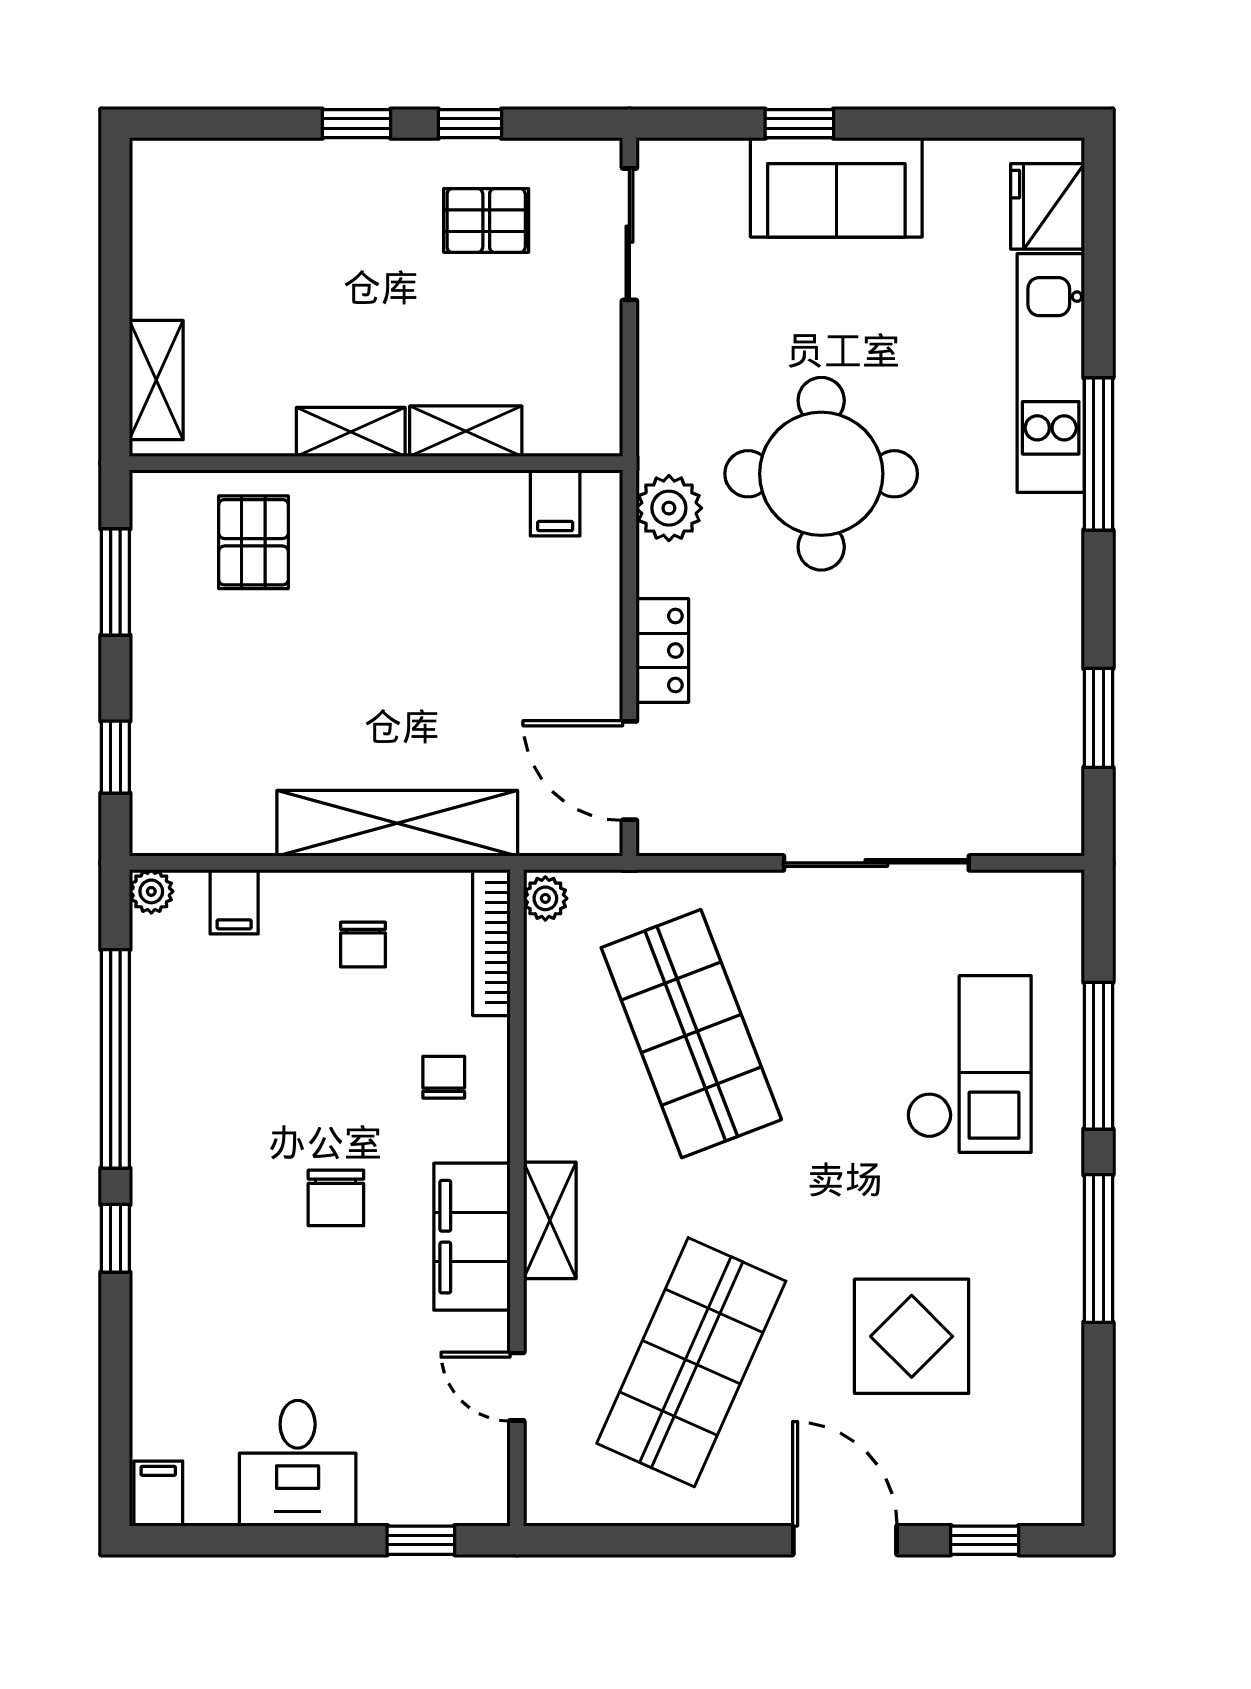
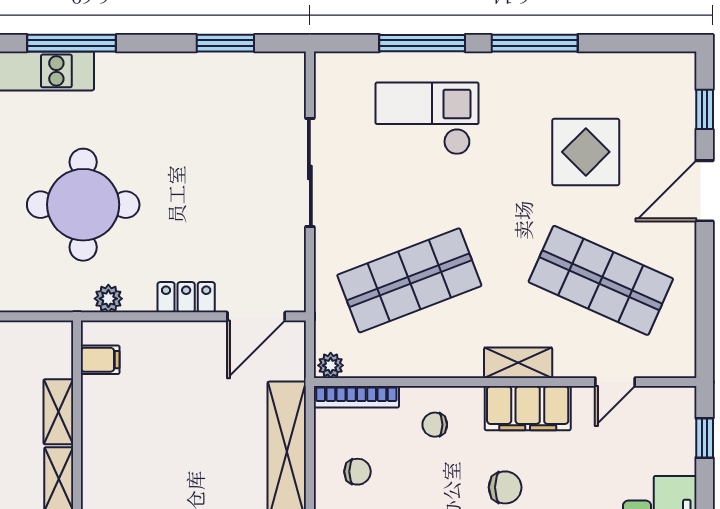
plant: (669, 508) -> (108, 299), width x0.73, depth x0.73

